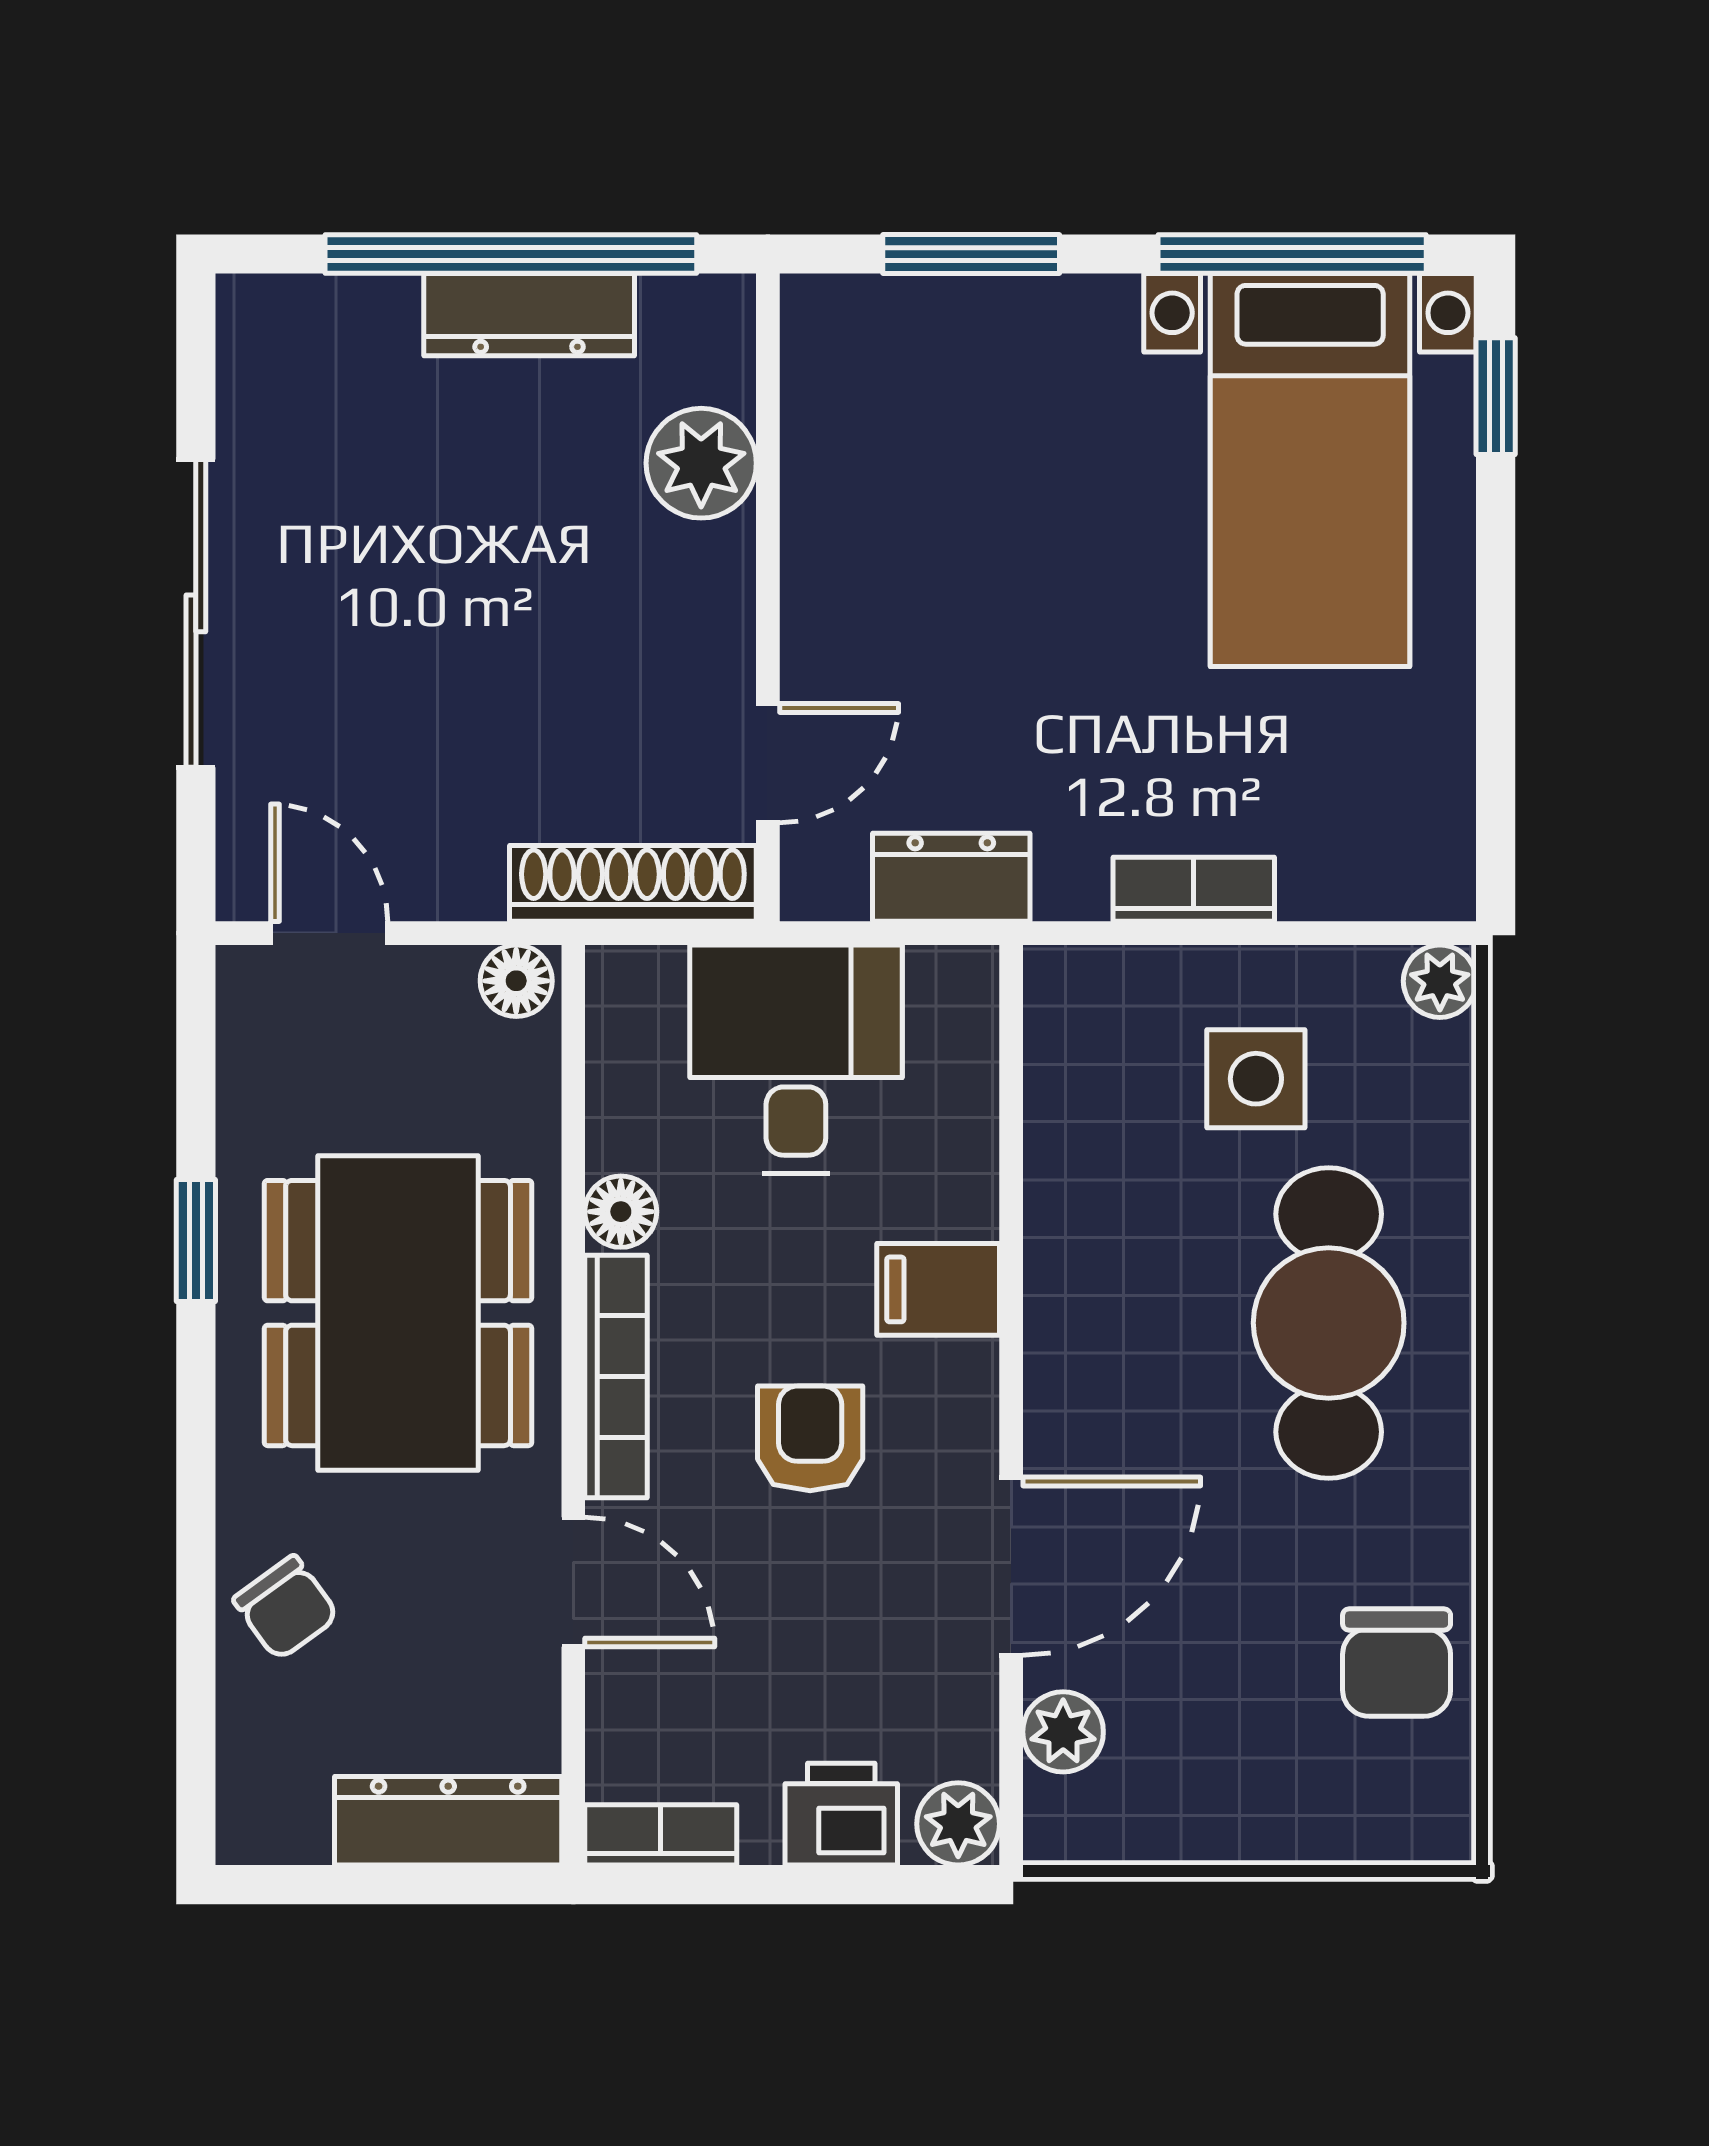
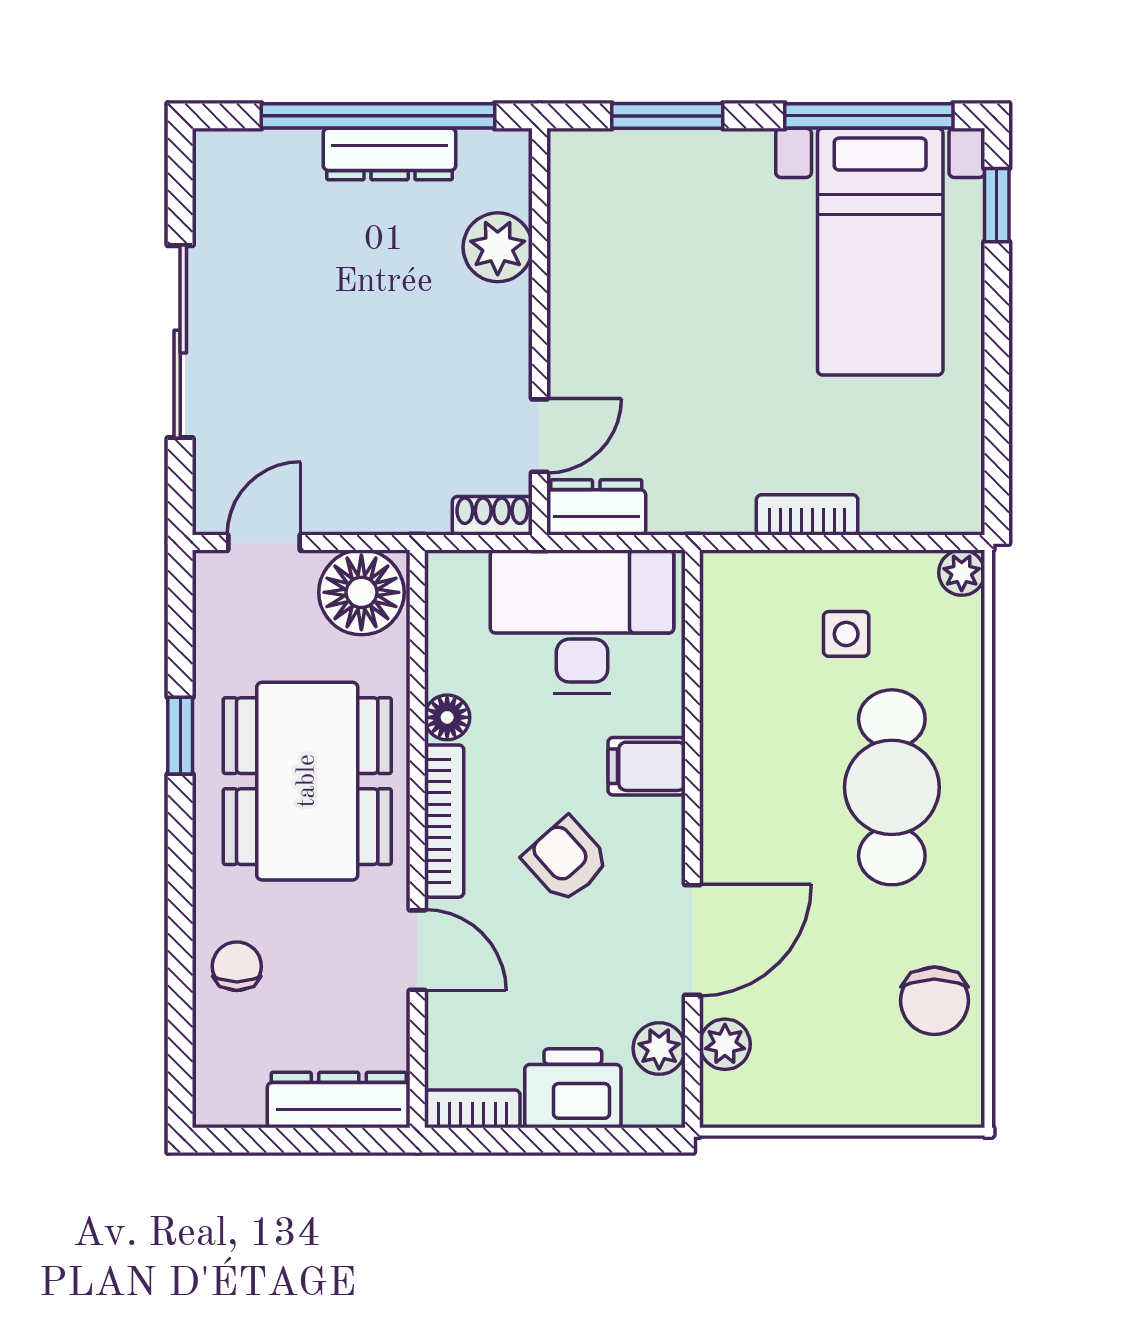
dresser: (951, 877) -> (596, 507), moved
shoe rack: (633, 883) -> (492, 516), width x0.51, depth x0.81
door: (329, 933) -> (264, 542), hinge flipped
floor lamp: (516, 981) -> (361, 592), width x1.89, depth x1.89
desk: (796, 1059) -> (582, 622), width x1.37
side table: (1256, 1079) -> (846, 634), width x0.73, depth x0.73
armchair: (810, 1438) -> (566, 860), turned -42
chair: (286, 1608) -> (237, 966), turned -144
printer: (841, 1814) -> (573, 1088), width x1.36, depth x1.24
plant: (958, 1824) -> (659, 1048), moved

